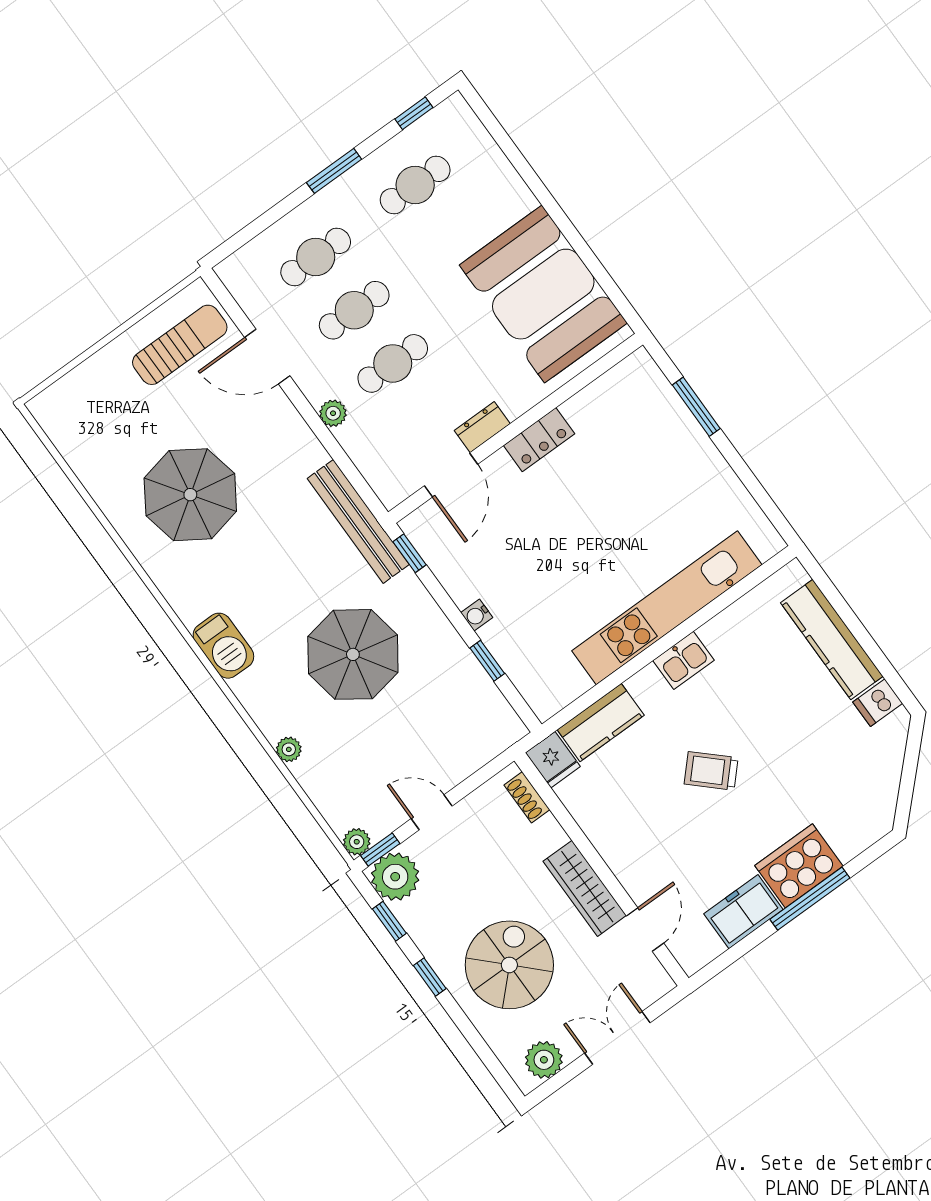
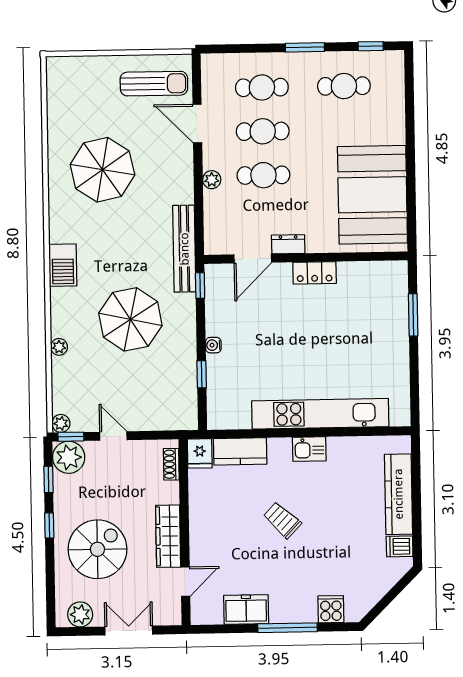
cooker: (799, 866) -> (331, 609), moved, width x0.53, depth x0.76

